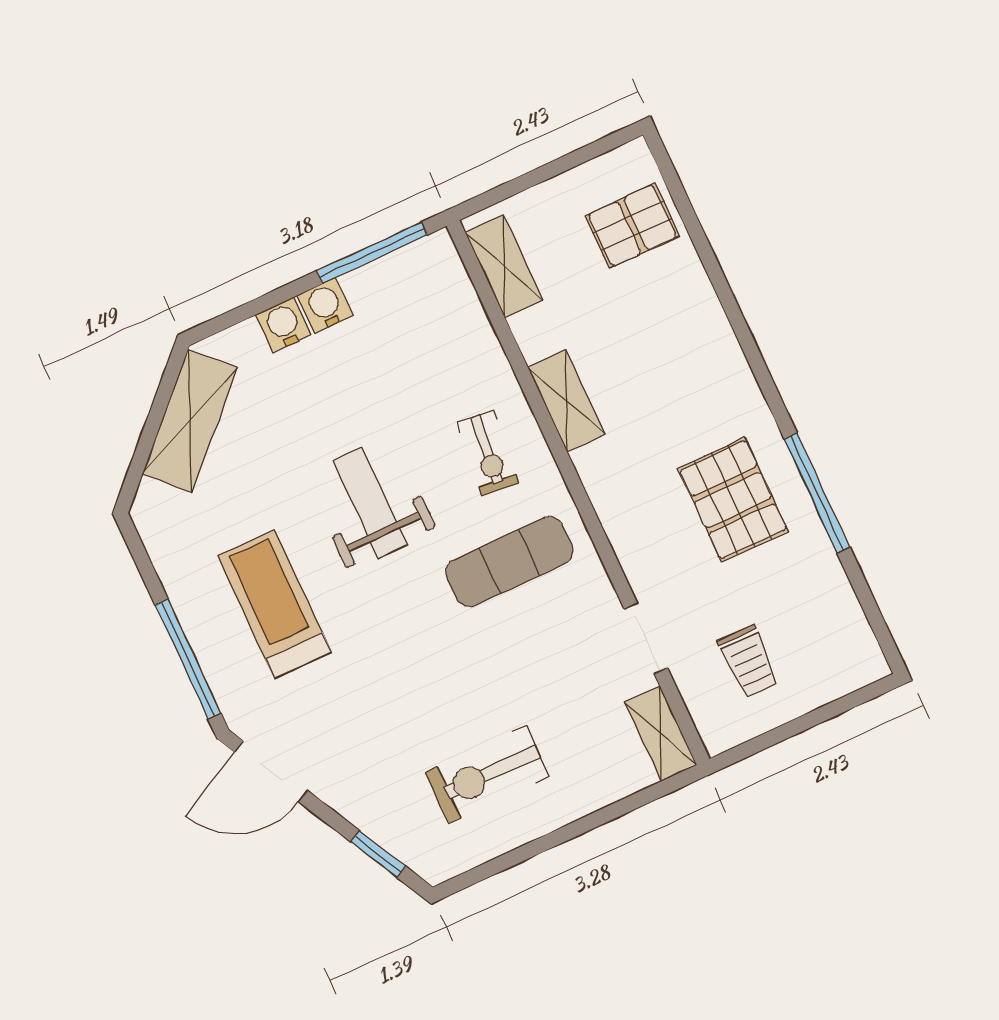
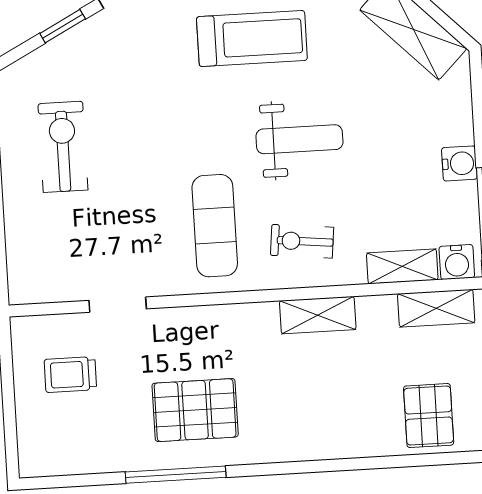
water cooler: (283, 325) -> (457, 262), moved, turned 90
shelving: (661, 734) -> (402, 266), moved
window: (378, 854) -> (63, 26), moved

